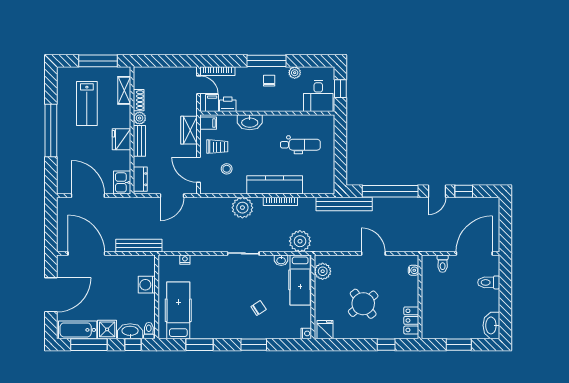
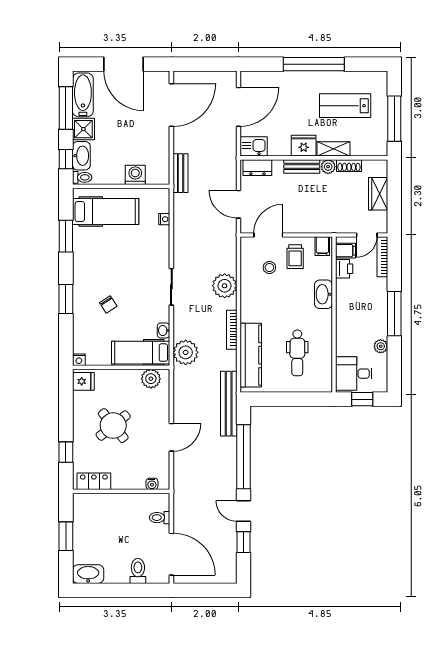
chair: (269, 81) -> (371, 317), removed
shelving: (124, 90) -> (333, 149), moved
wardrobe: (189, 130) -> (378, 194), moved, turned -90
kitchen counter: (275, 185) -> (251, 355), moved
bench: (139, 246) -> (181, 173), width x0.73

